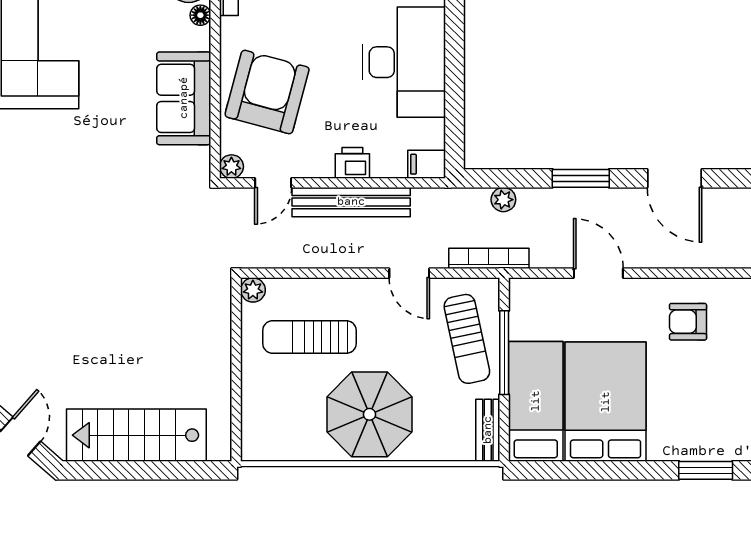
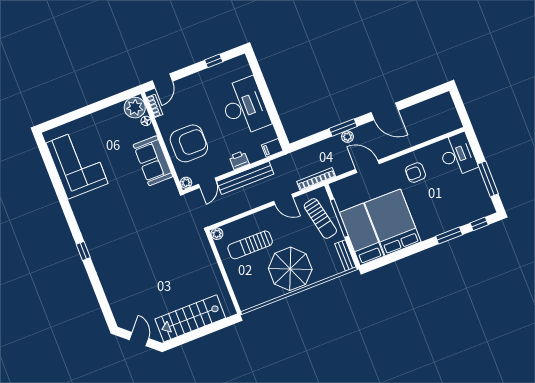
armchair: (267, 92) -> (189, 143), turned 75
plant: (503, 200) -> (347, 137), moved

